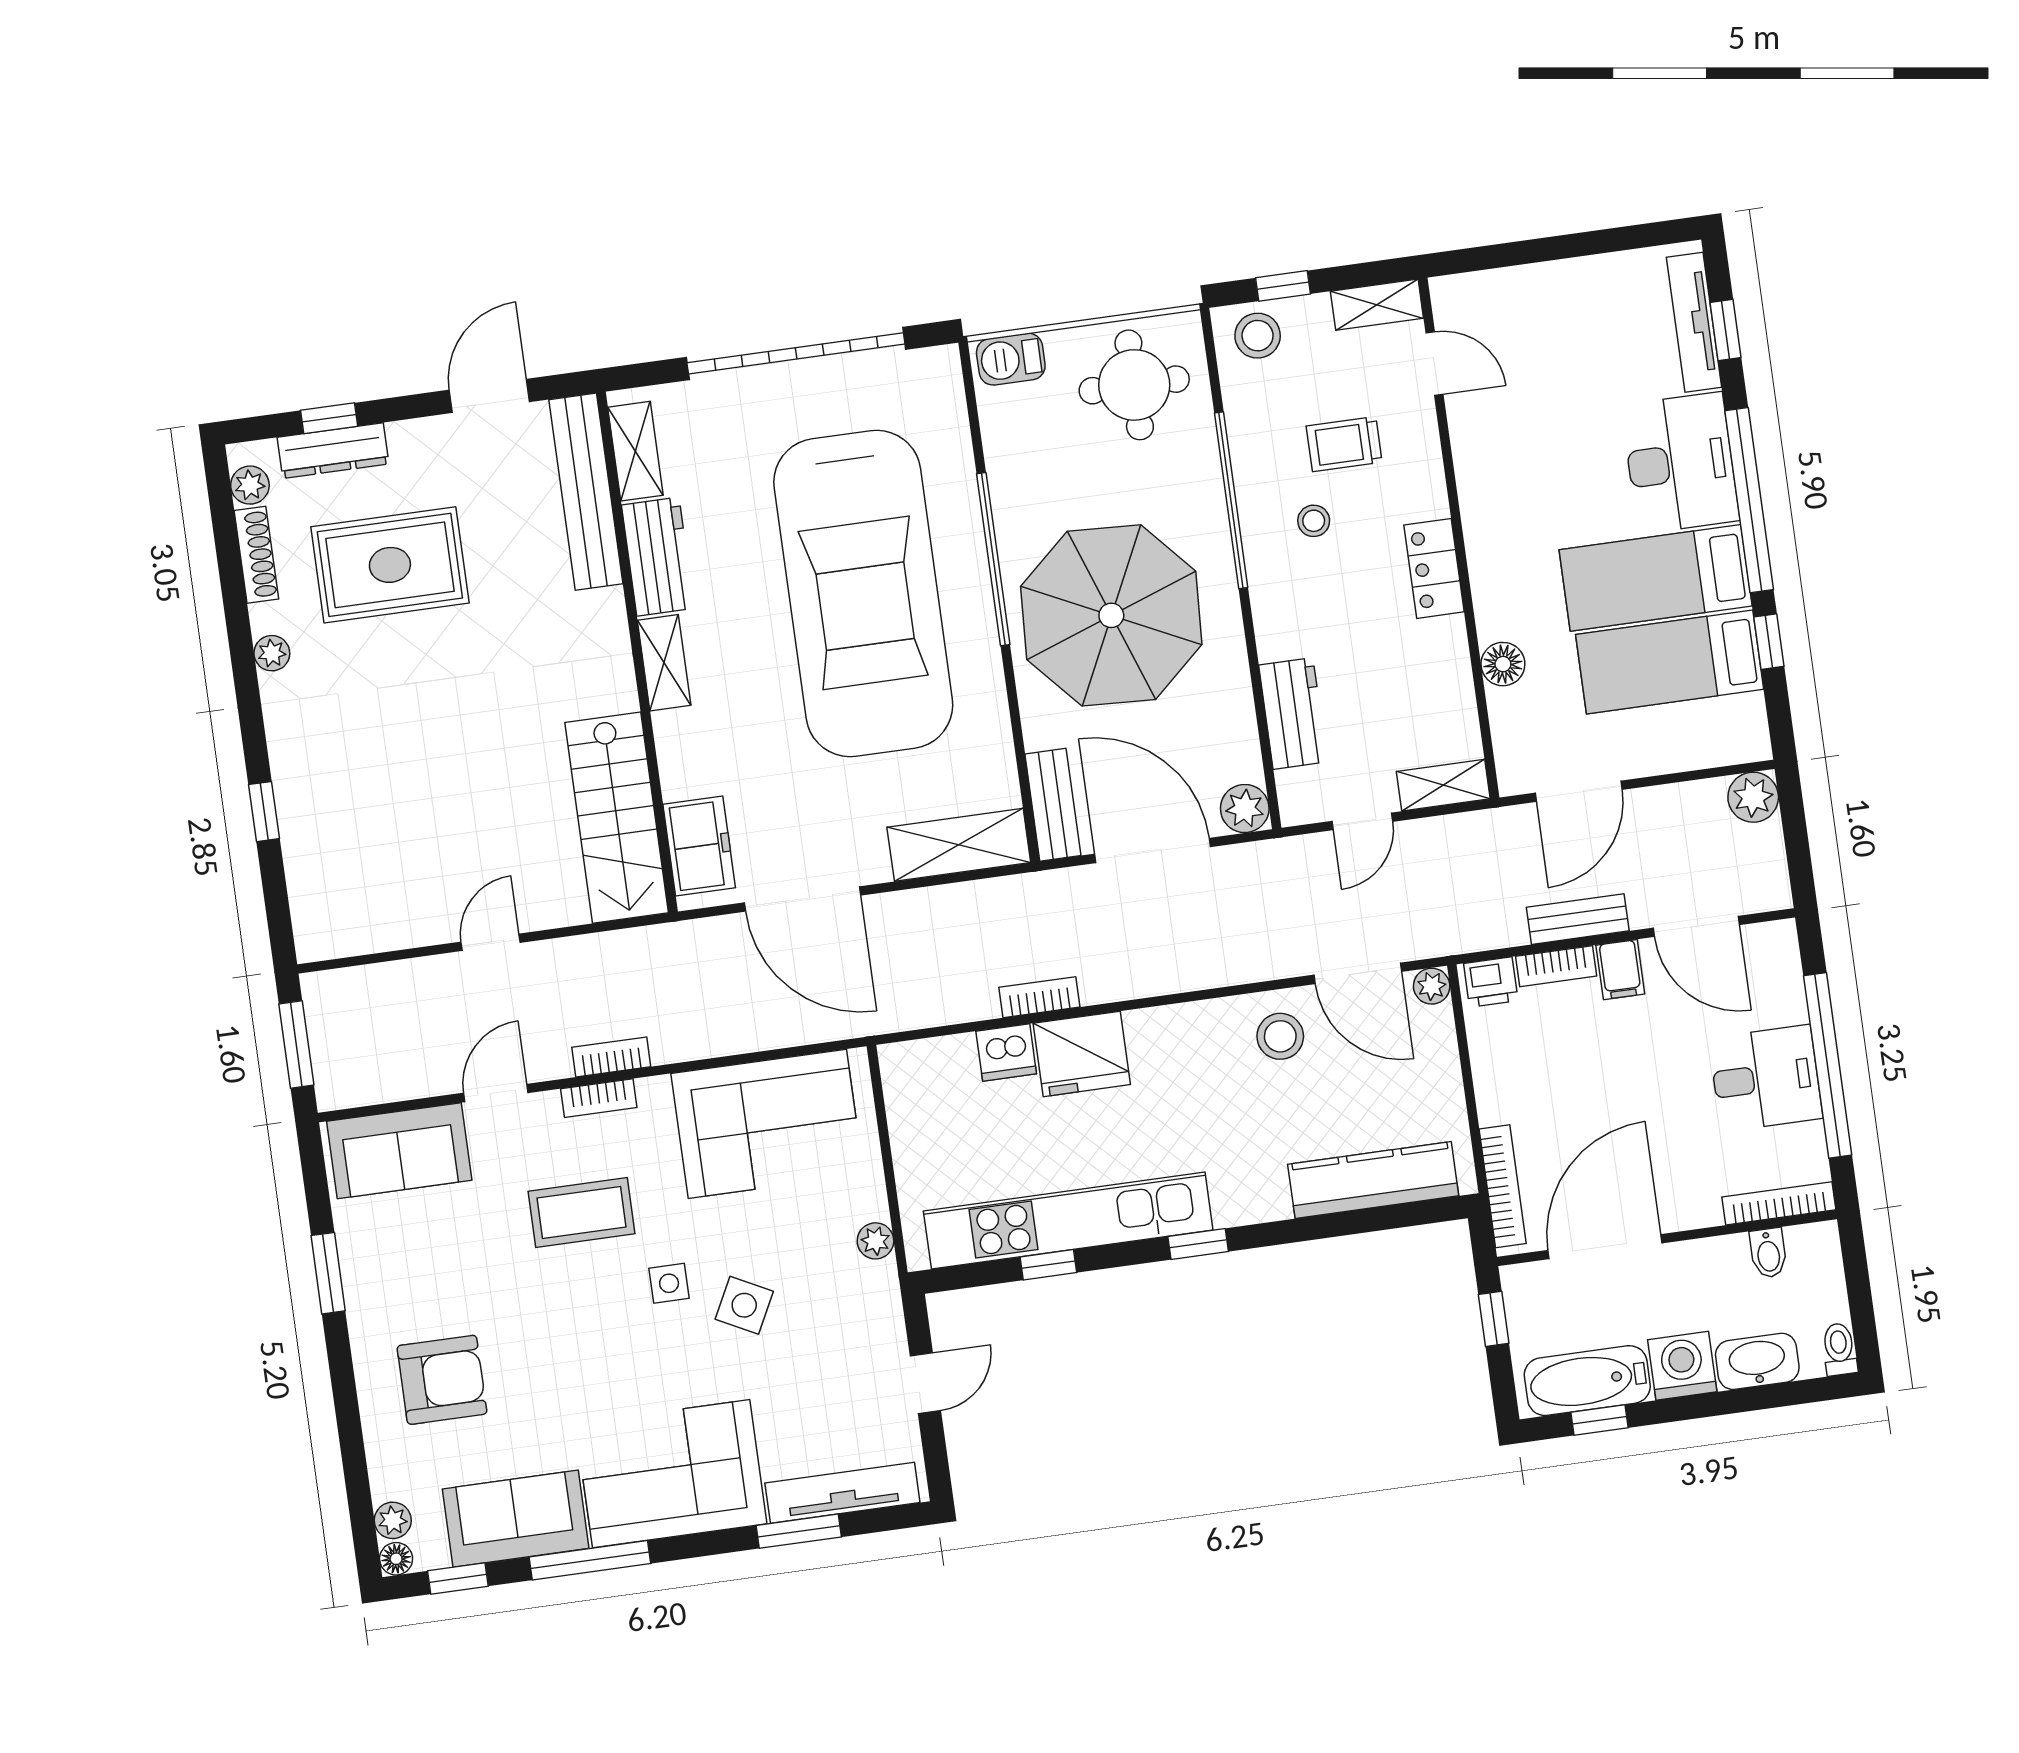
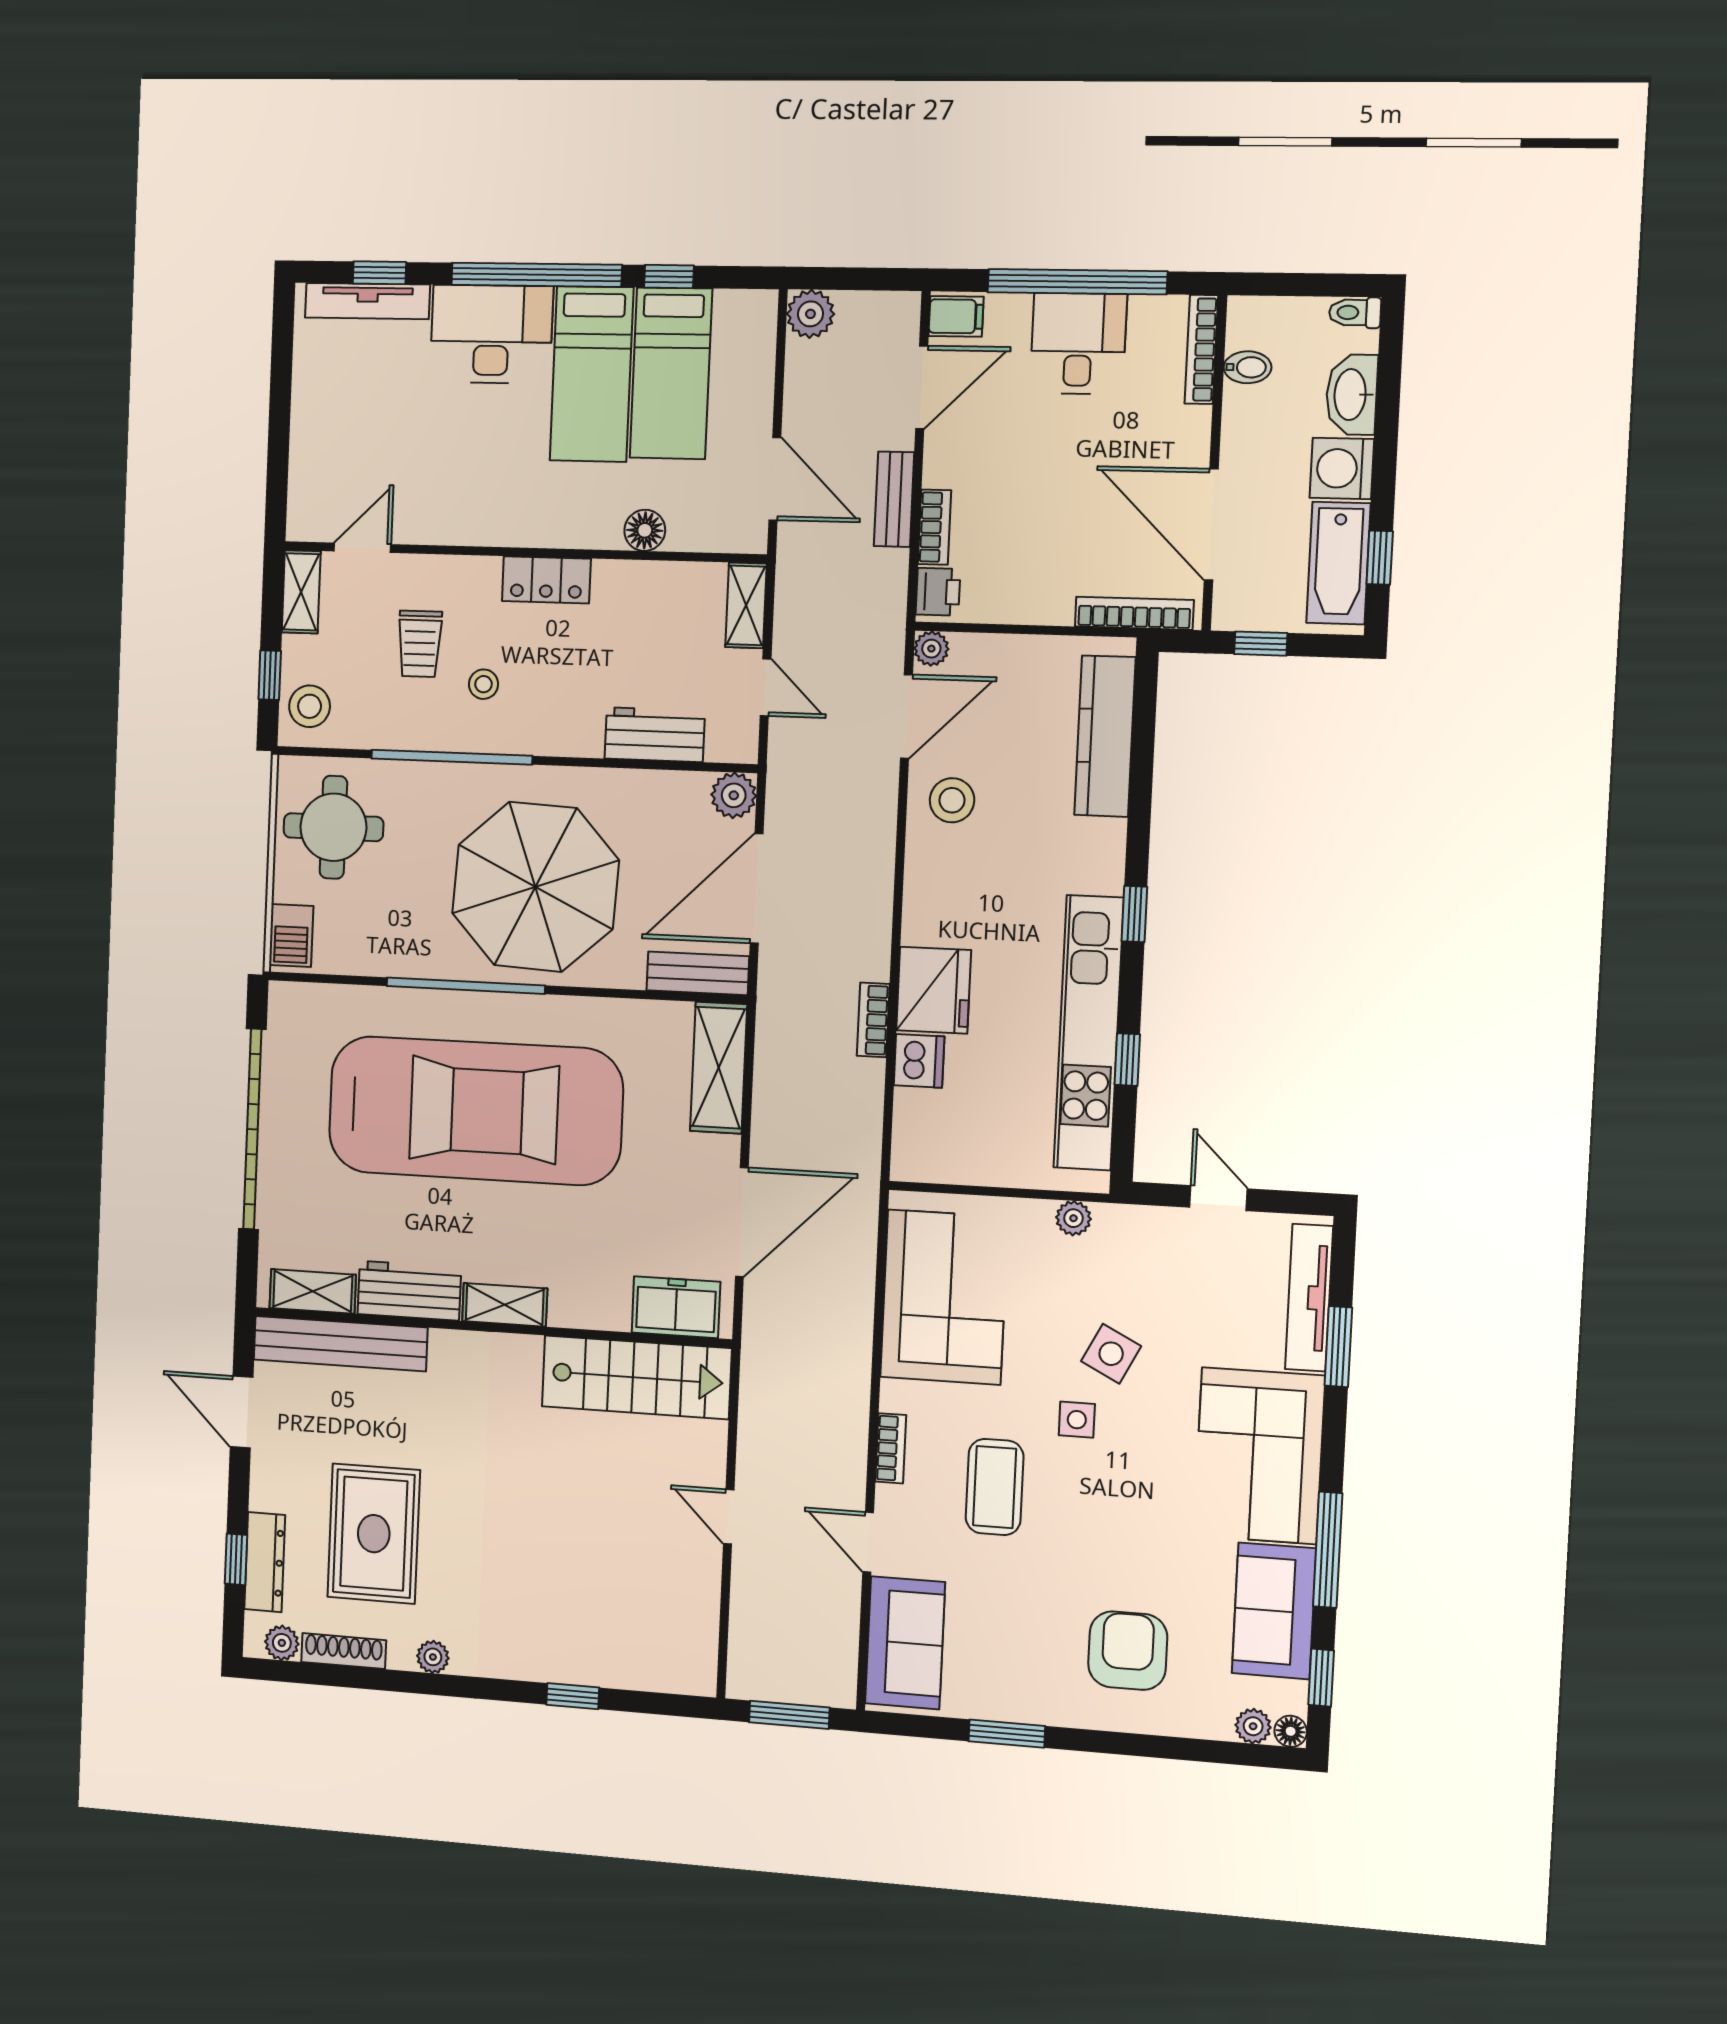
filing cabinet: (1620, 970) -> (956, 316), moved
bookcase: (611, 1057) -> (855, 1429), removed

